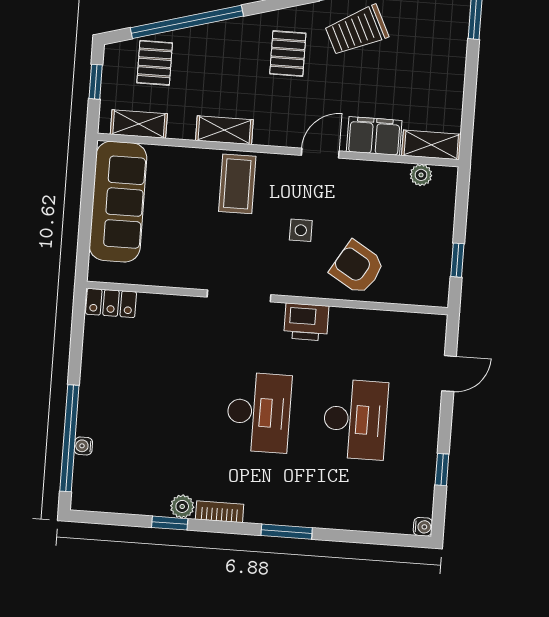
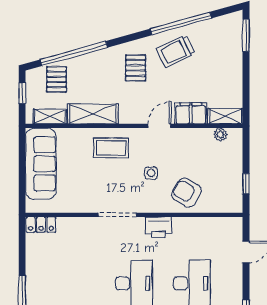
shelving: (224, 130) -> (93, 114), width x1.50, depth x1.33
coffee table: (237, 184) -> (111, 148), turned 90

